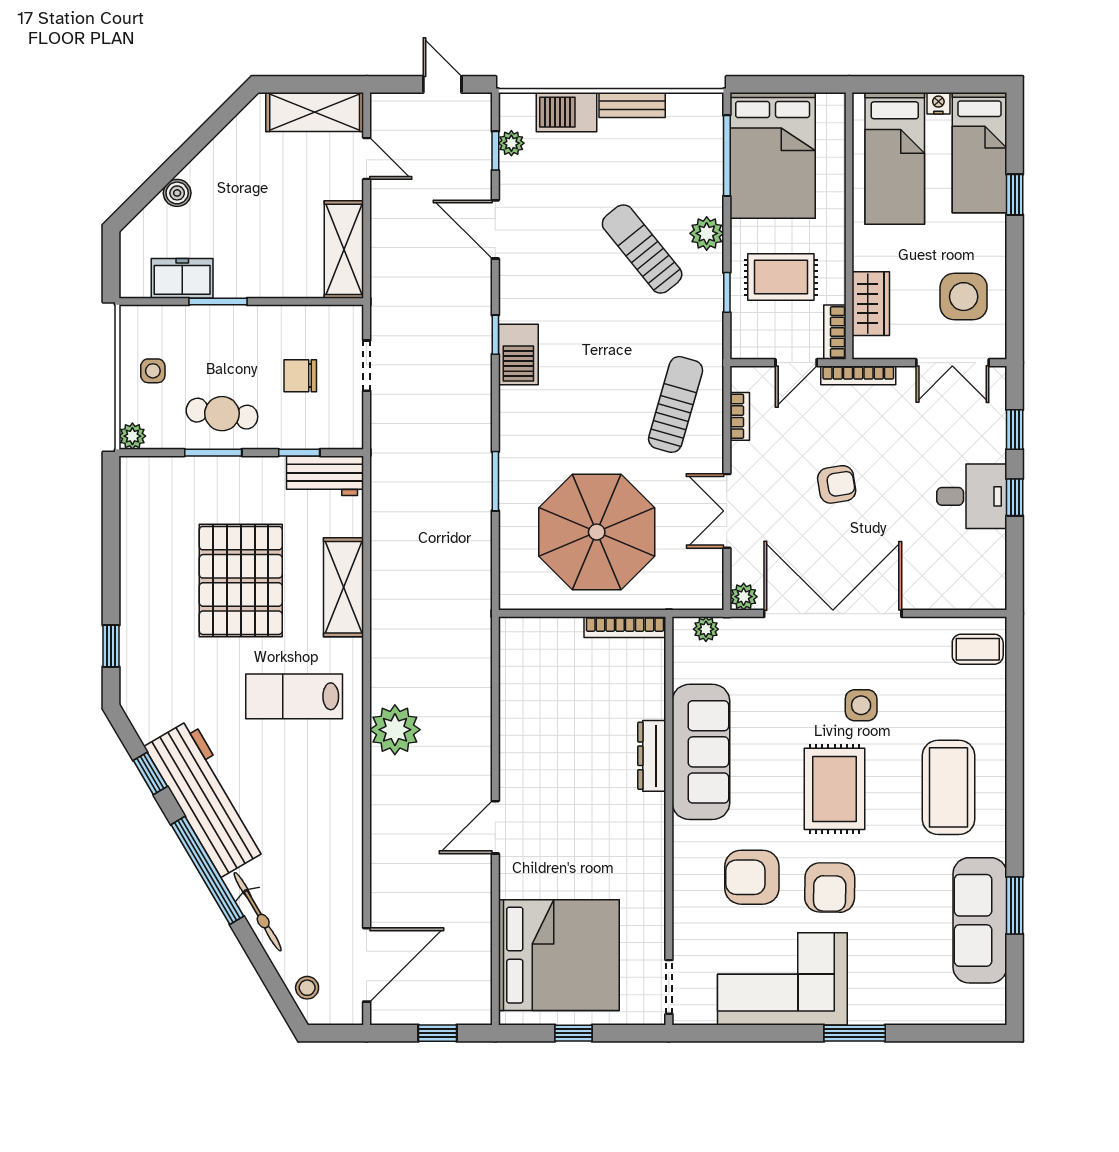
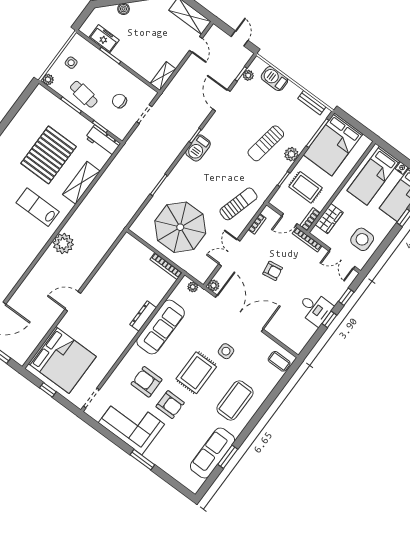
bench: (632, 105) -> (312, 103), moved
shelving: (344, 249) -> (163, 76), width x0.67, depth x0.75
sun lounger: (642, 249) -> (266, 143), turned -132
armchair: (830, 888) -> (170, 405), turned -91

